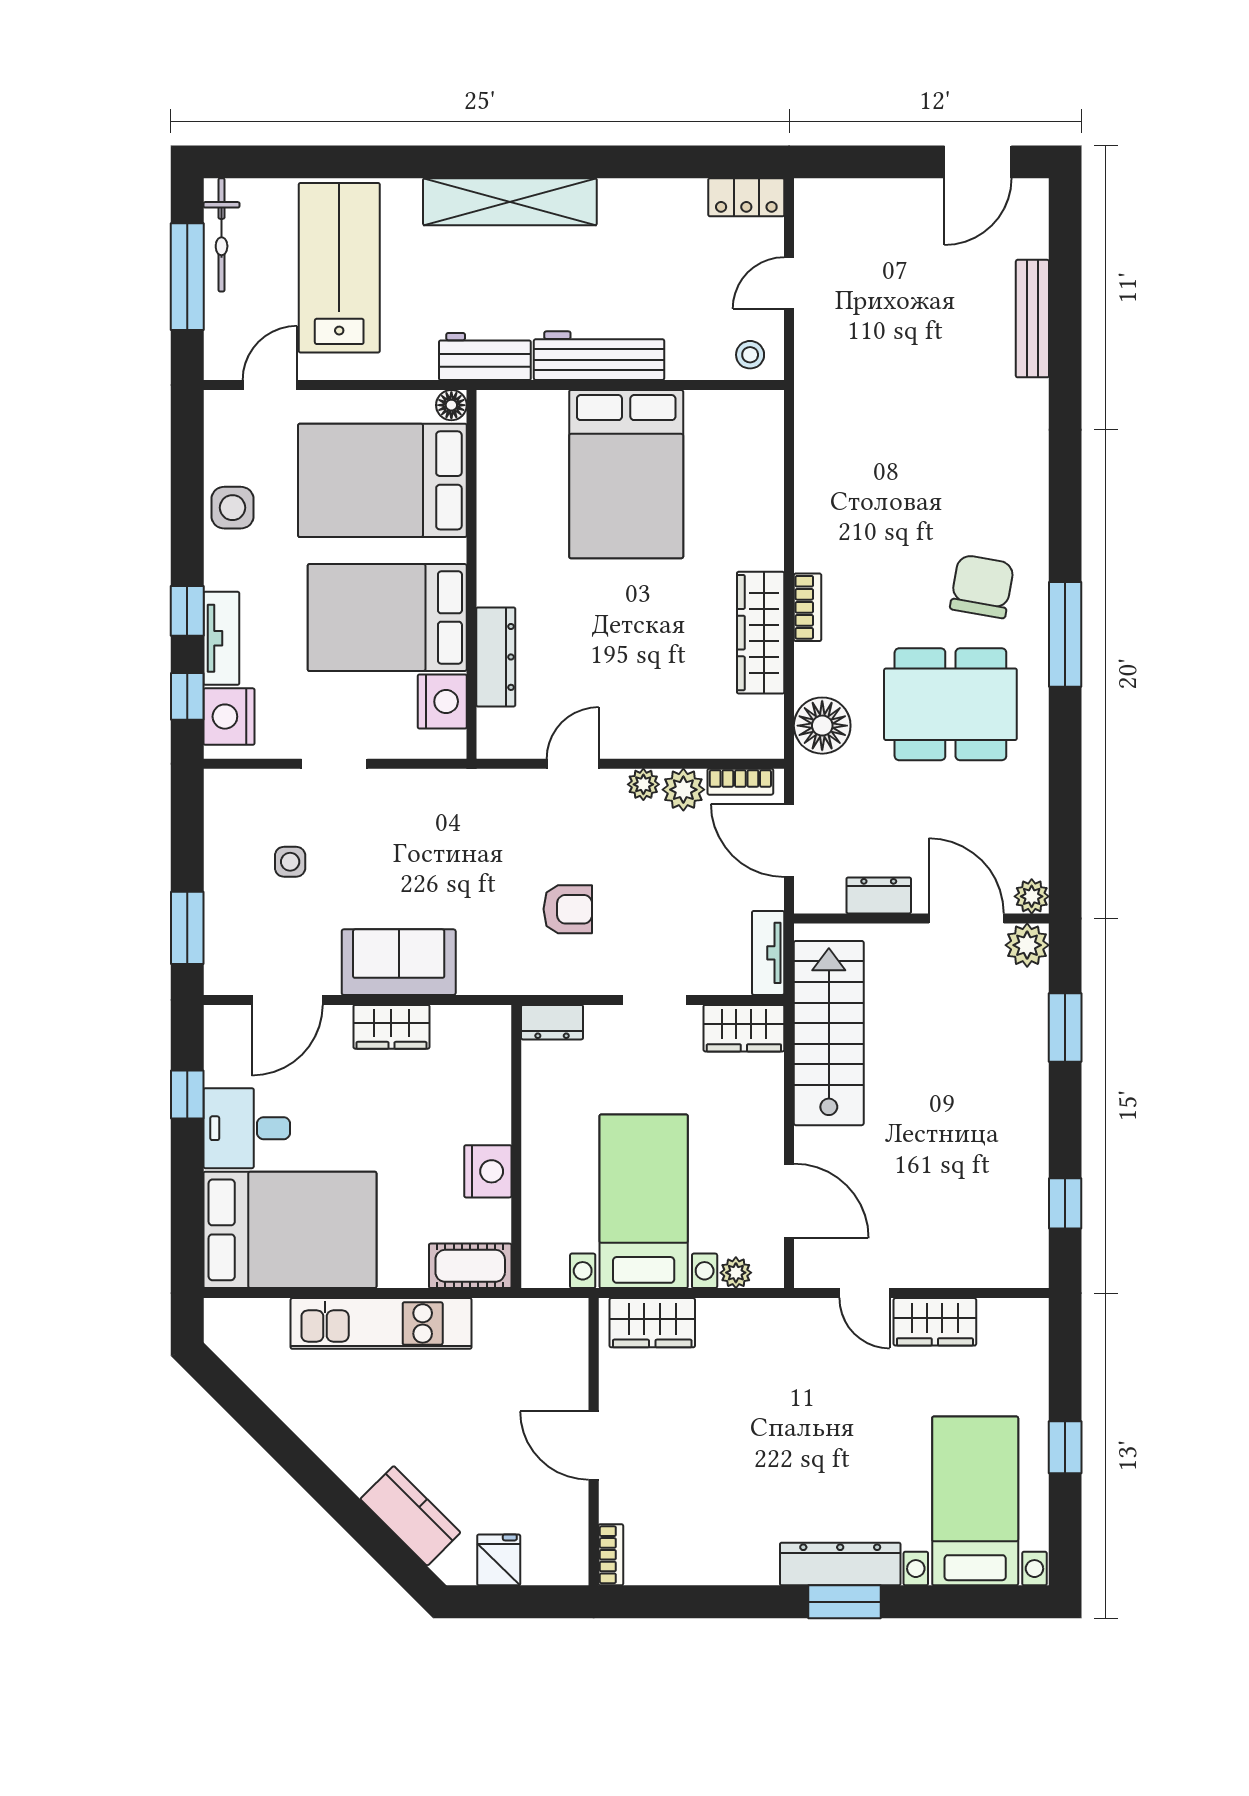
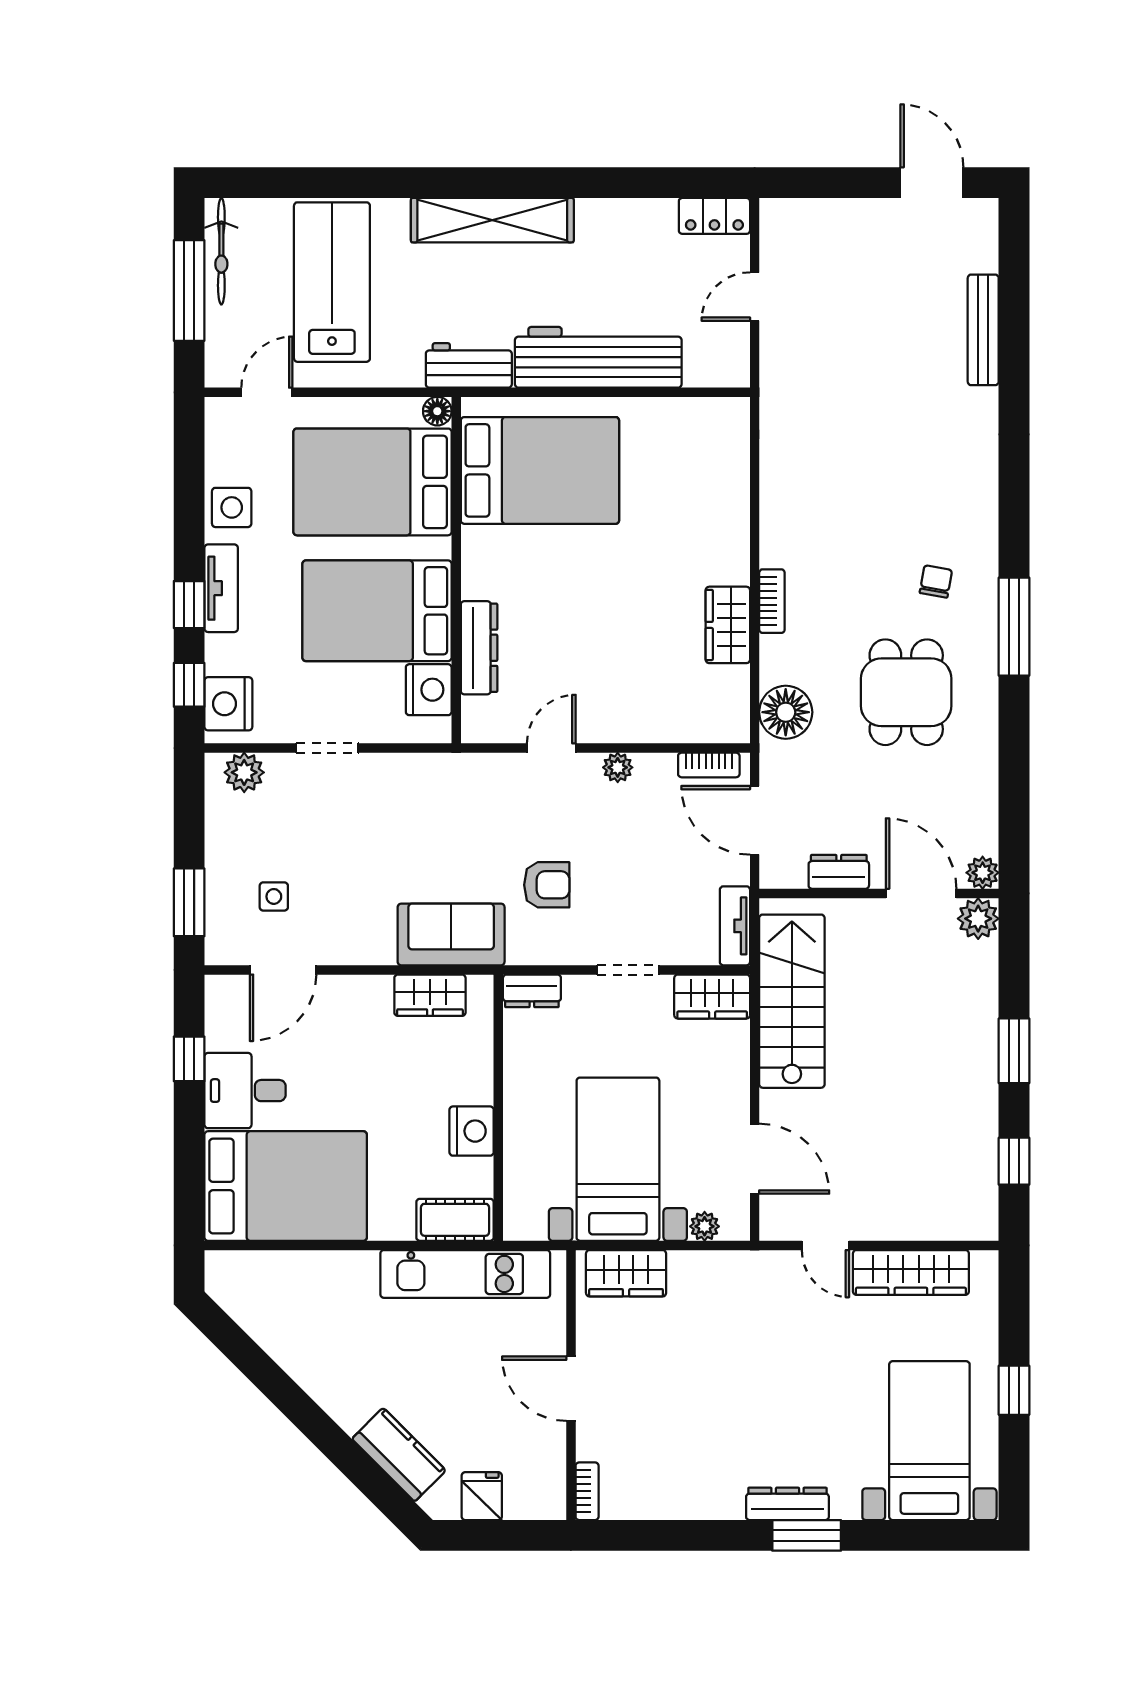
door: (978, 162) -> (932, 183), swing flipped
stool: (750, 355) -> (718, 364), removed
workbench: (599, 356) -> (598, 357), width x1.36, depth x1.32
bed: (626, 474) -> (540, 470), moved, turned -90
chair: (982, 586) -> (936, 581), width x0.54, depth x0.54
wardrobe: (761, 633) -> (728, 625), width x0.67
tv unit: (221, 638) -> (221, 588), moved
dining table: (950, 704) -> (906, 692), width x0.73
plant: (683, 790) -> (244, 772), moved
side table: (290, 862) -> (274, 896), moved
sofa: (399, 962) -> (451, 934), moved
wardrobe: (391, 1027) -> (430, 995), moved
window: (1065, 1027) -> (1014, 1051), moved
wardrobe: (935, 1322) -> (911, 1272), width x1.50
kitchen unit: (381, 1323) -> (465, 1274), moved
dresser: (840, 1564) -> (787, 1504), width x0.73, depth x0.80

